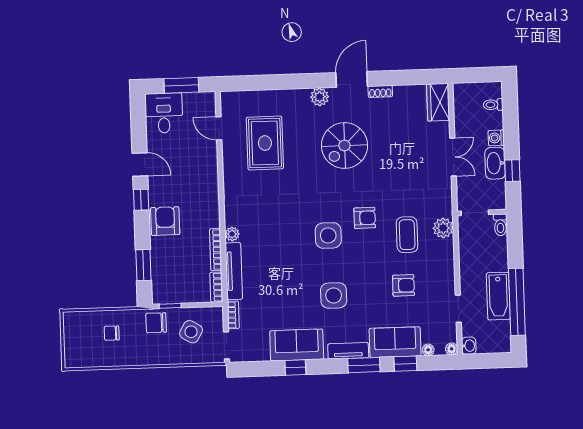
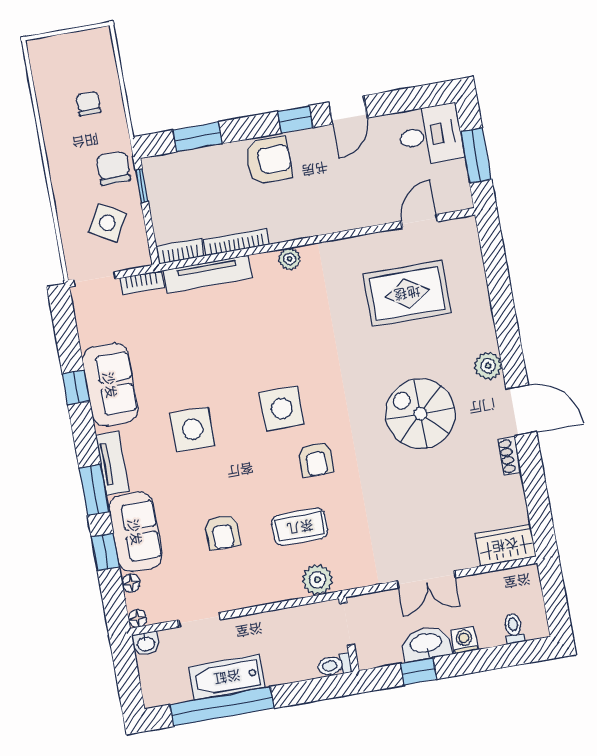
plant: (232, 234) -> (290, 259), moved

